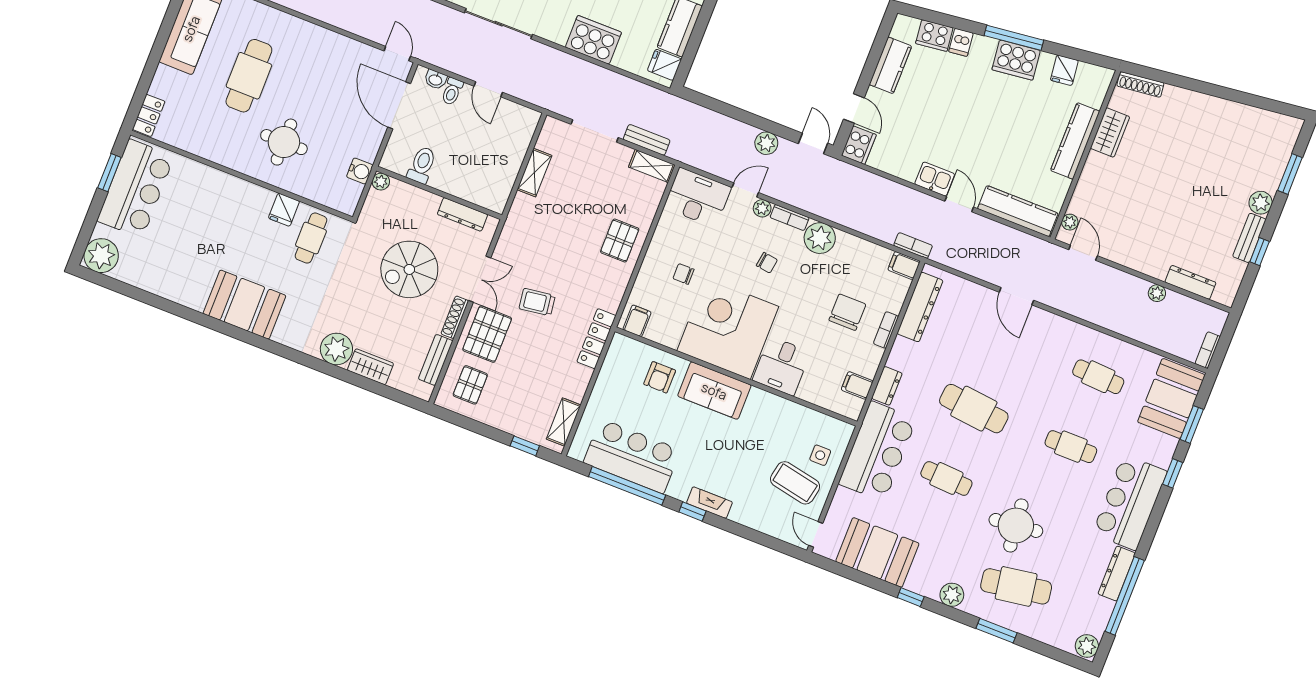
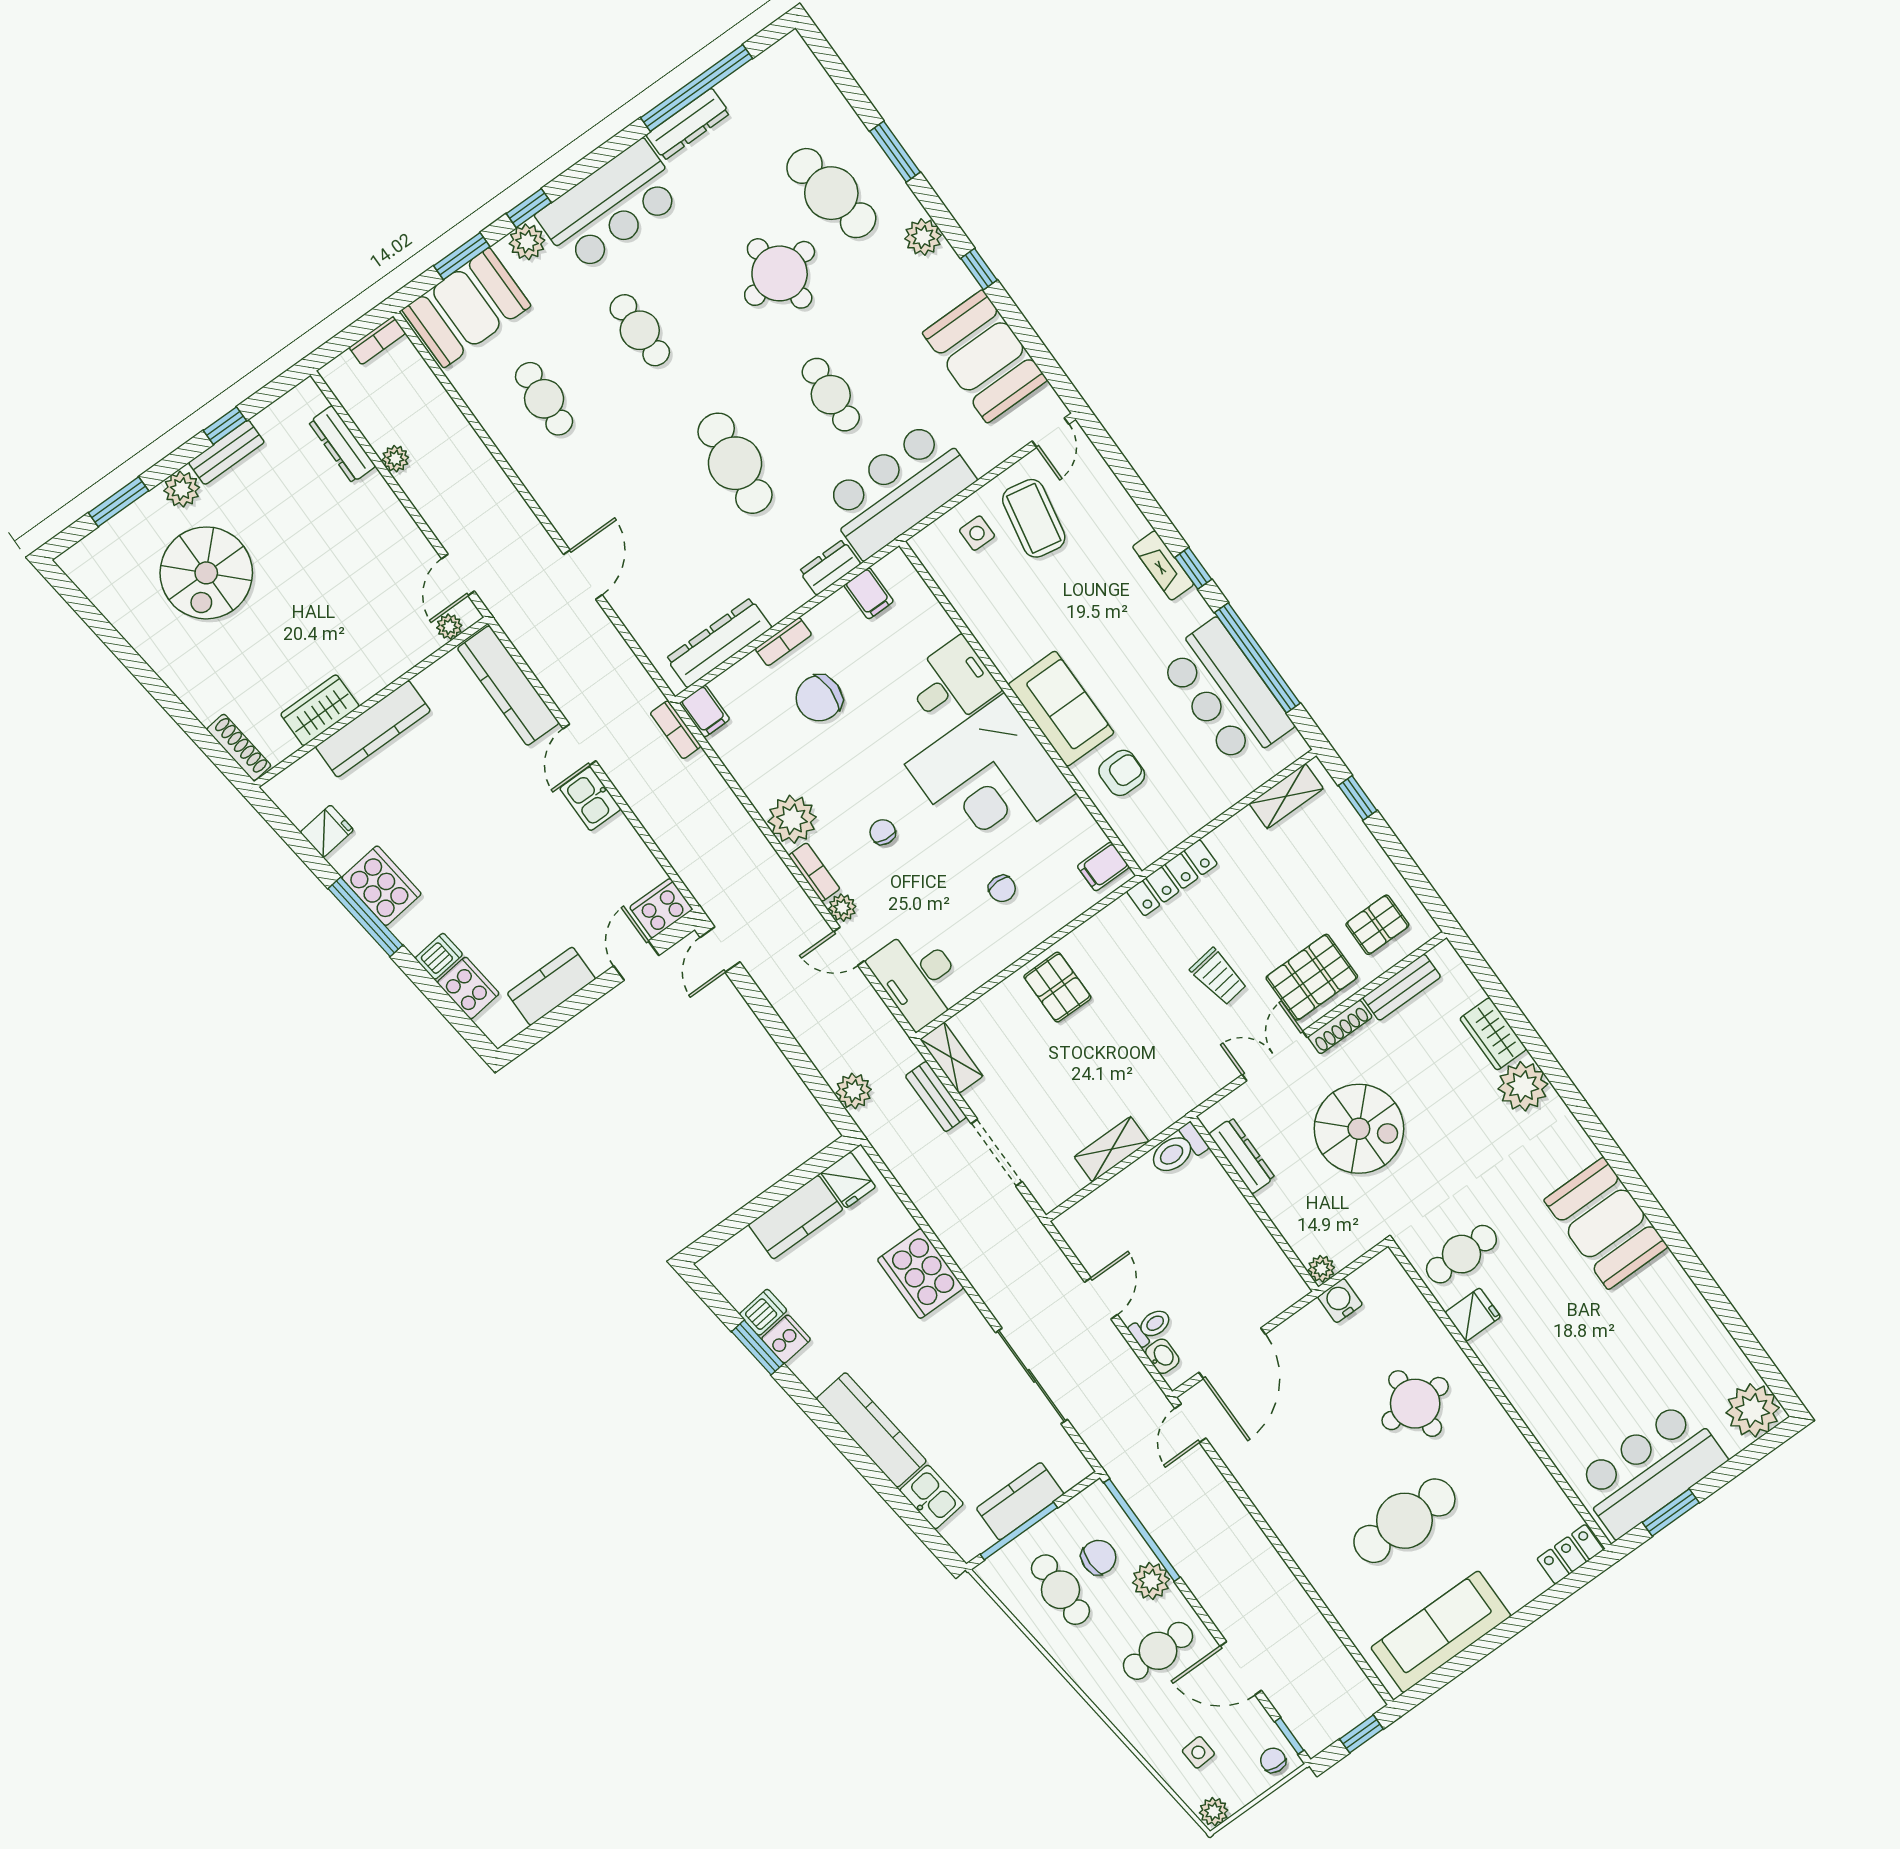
plant: (766, 143) -> (854, 1091), moved
toilet: (422, 165) -> (1178, 1150), moved
spiral stairs: (1218, 166) -> (206, 573), added
pallet: (620, 241) -> (1057, 987), turned 90
plant: (1087, 646) -> (527, 242), moved

